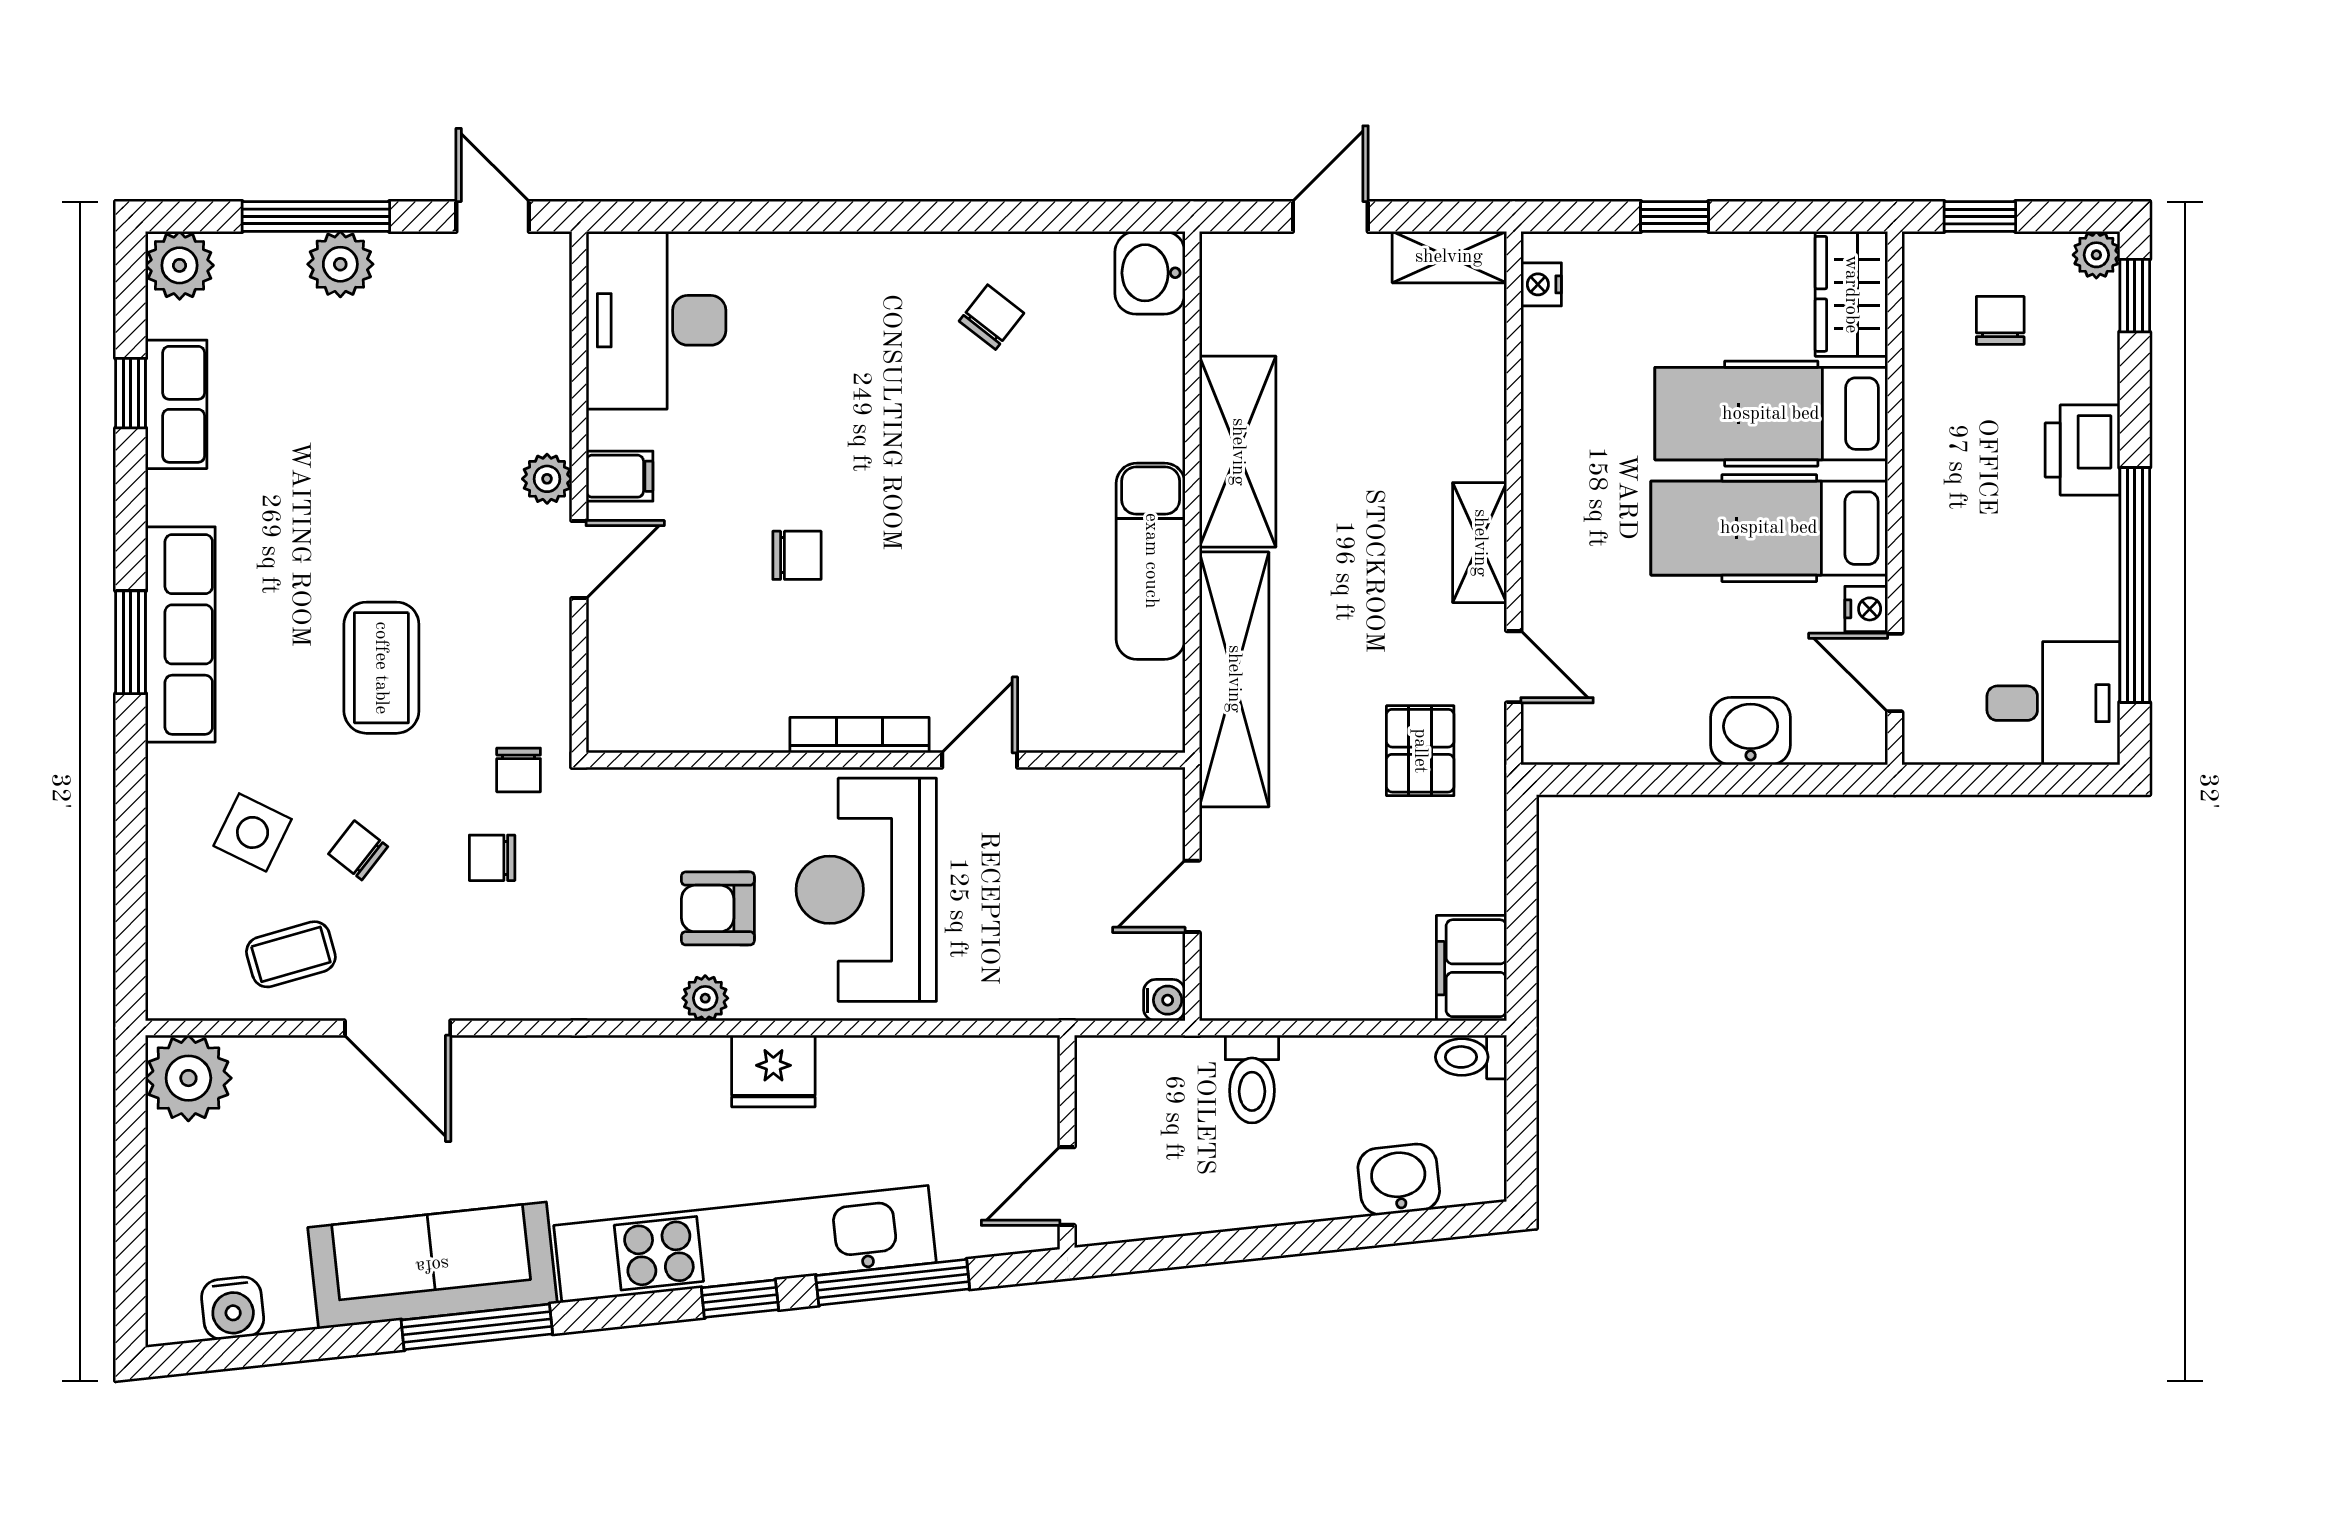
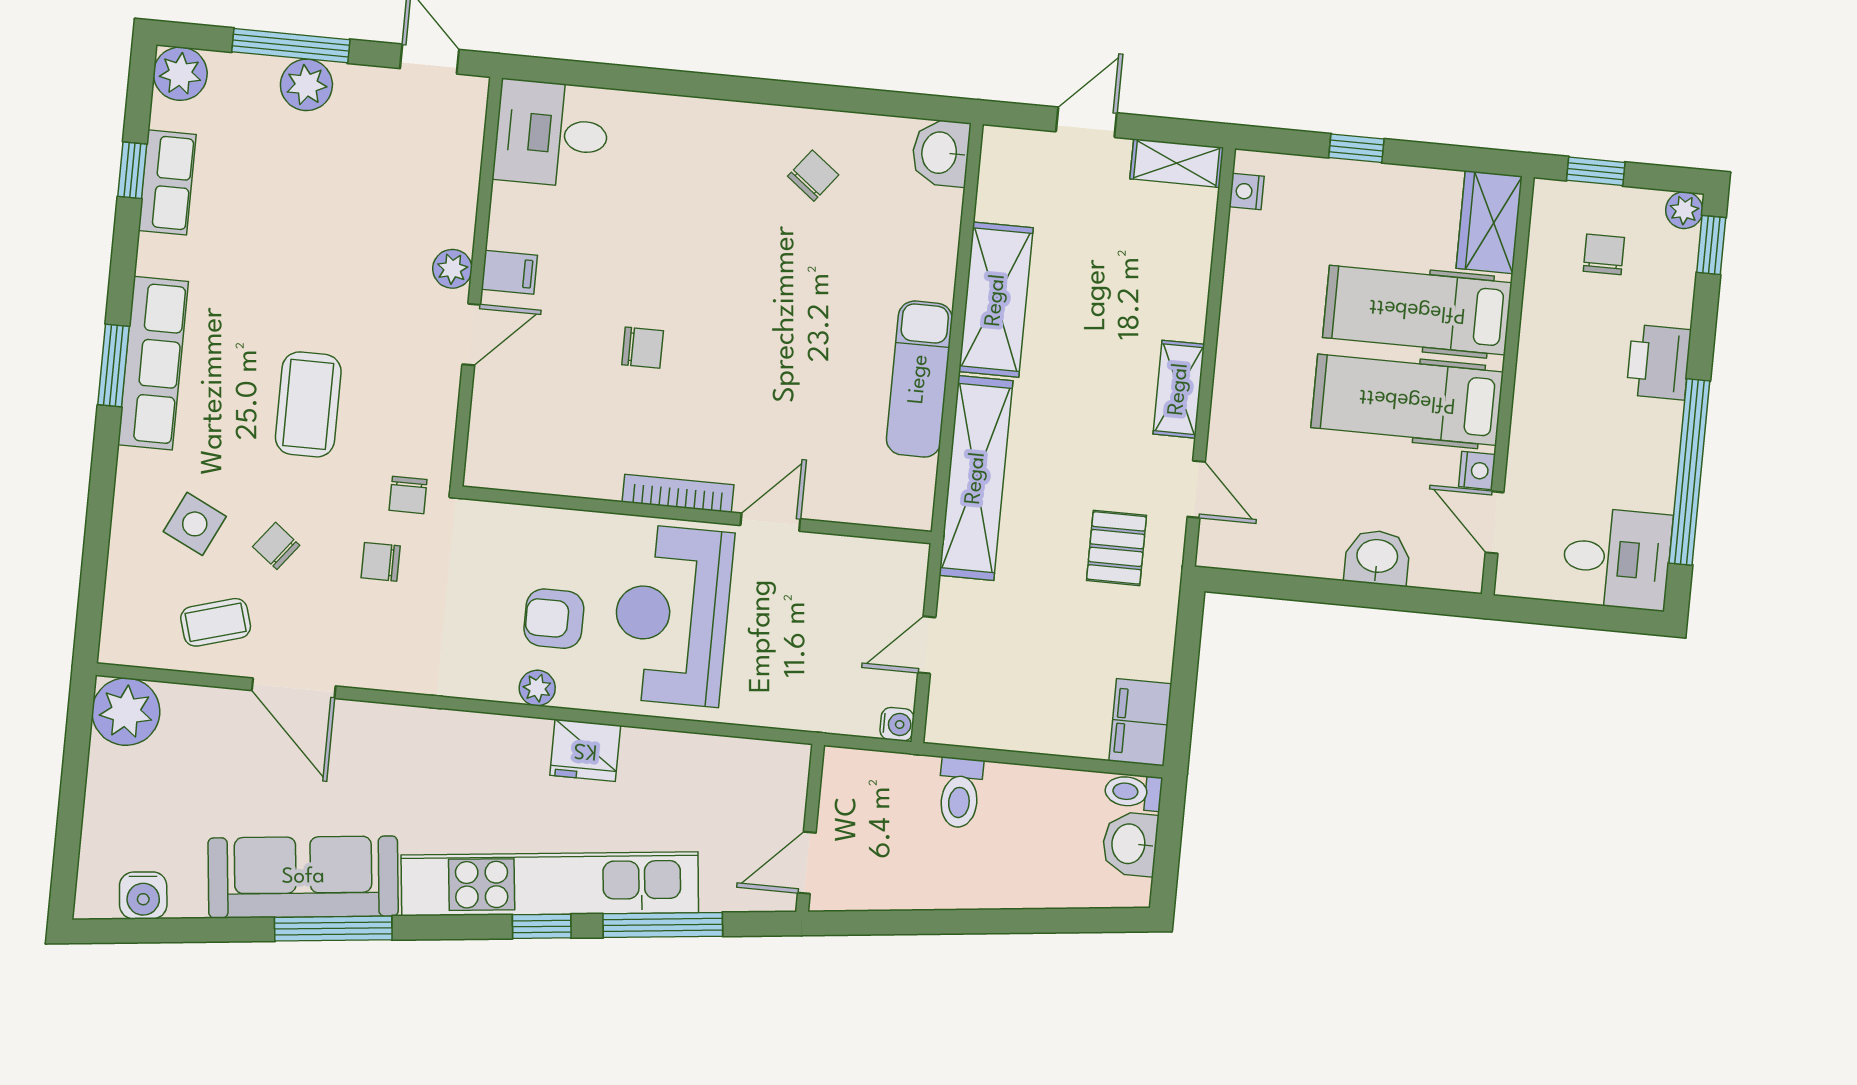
desk: (656, 320) -> (552, 134), width x0.73
washbasin: (1399, 1179) -> (1130, 844), moved, turned -84

